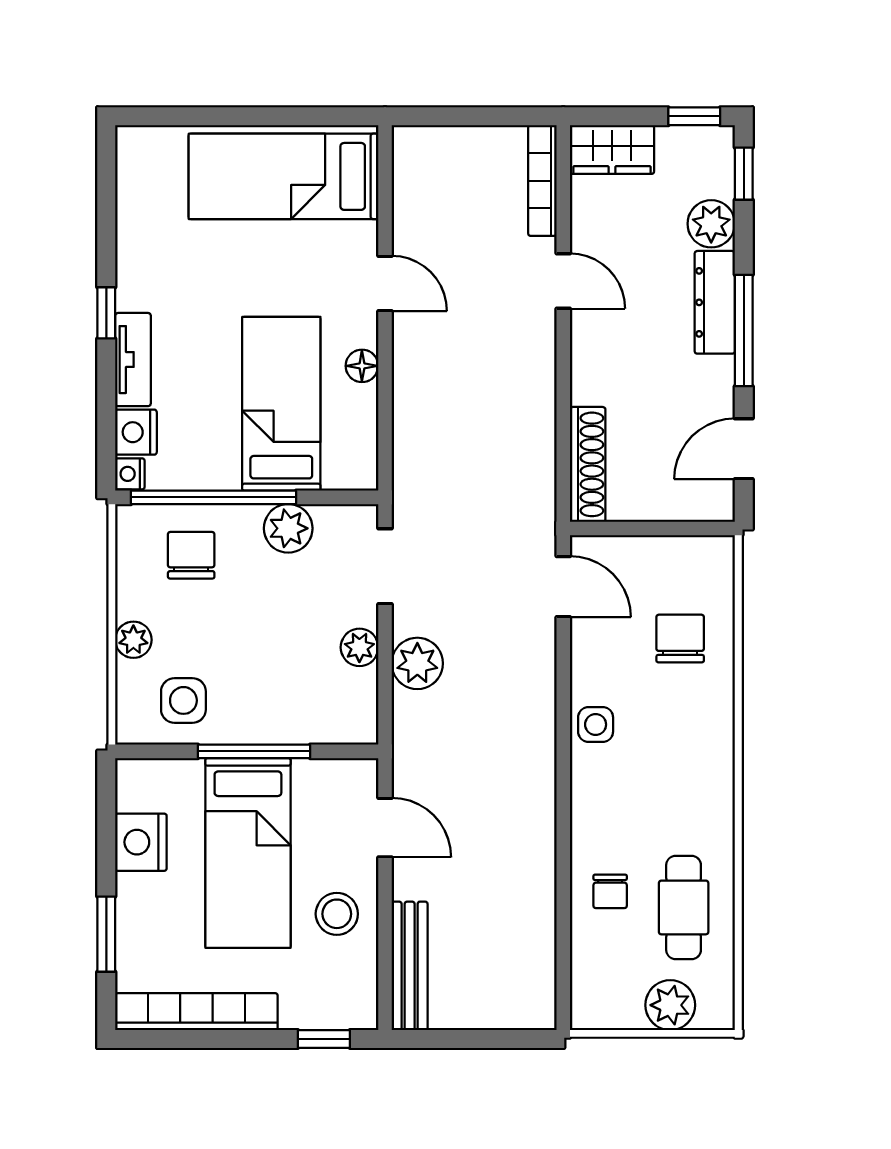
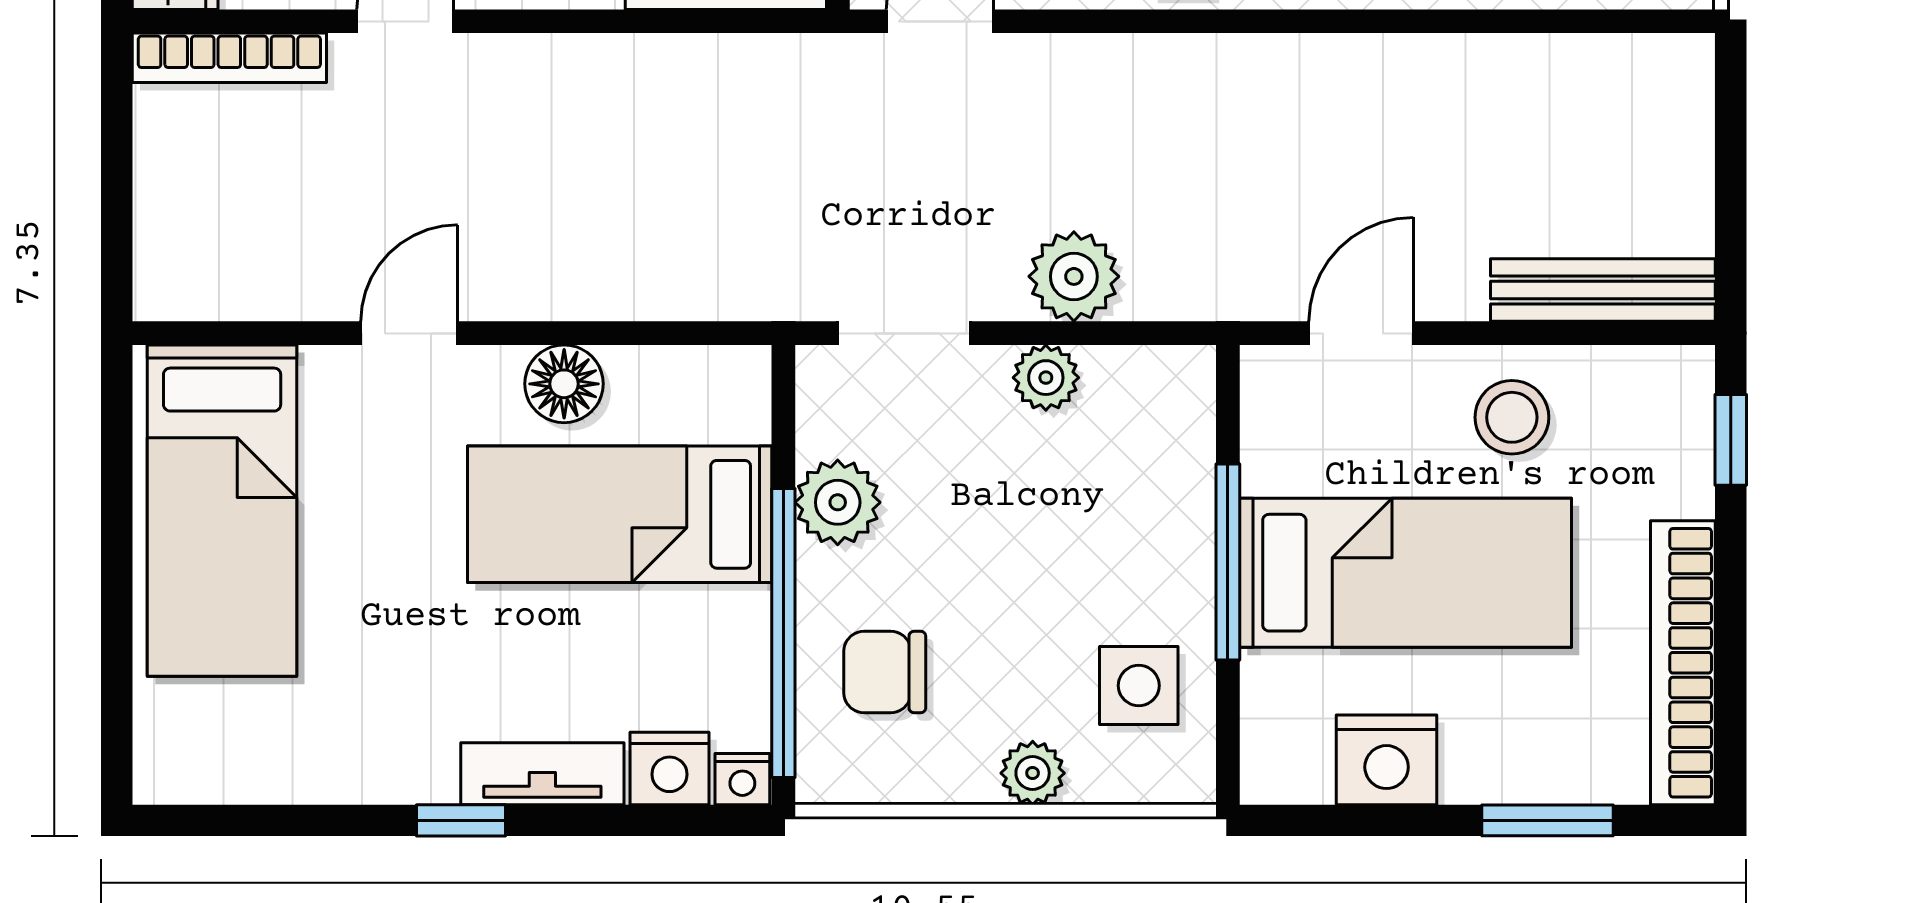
floor lamp: (362, 366) -> (564, 384), width x1.37, depth x1.37

